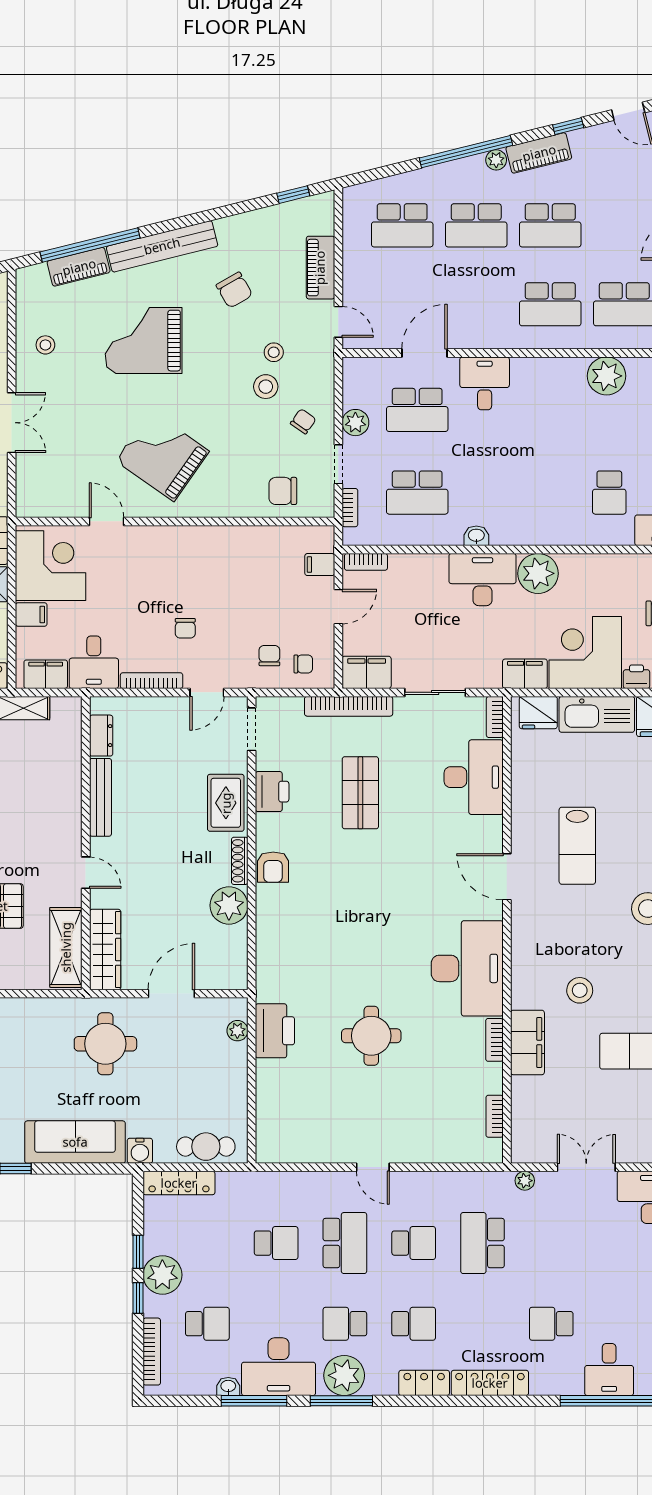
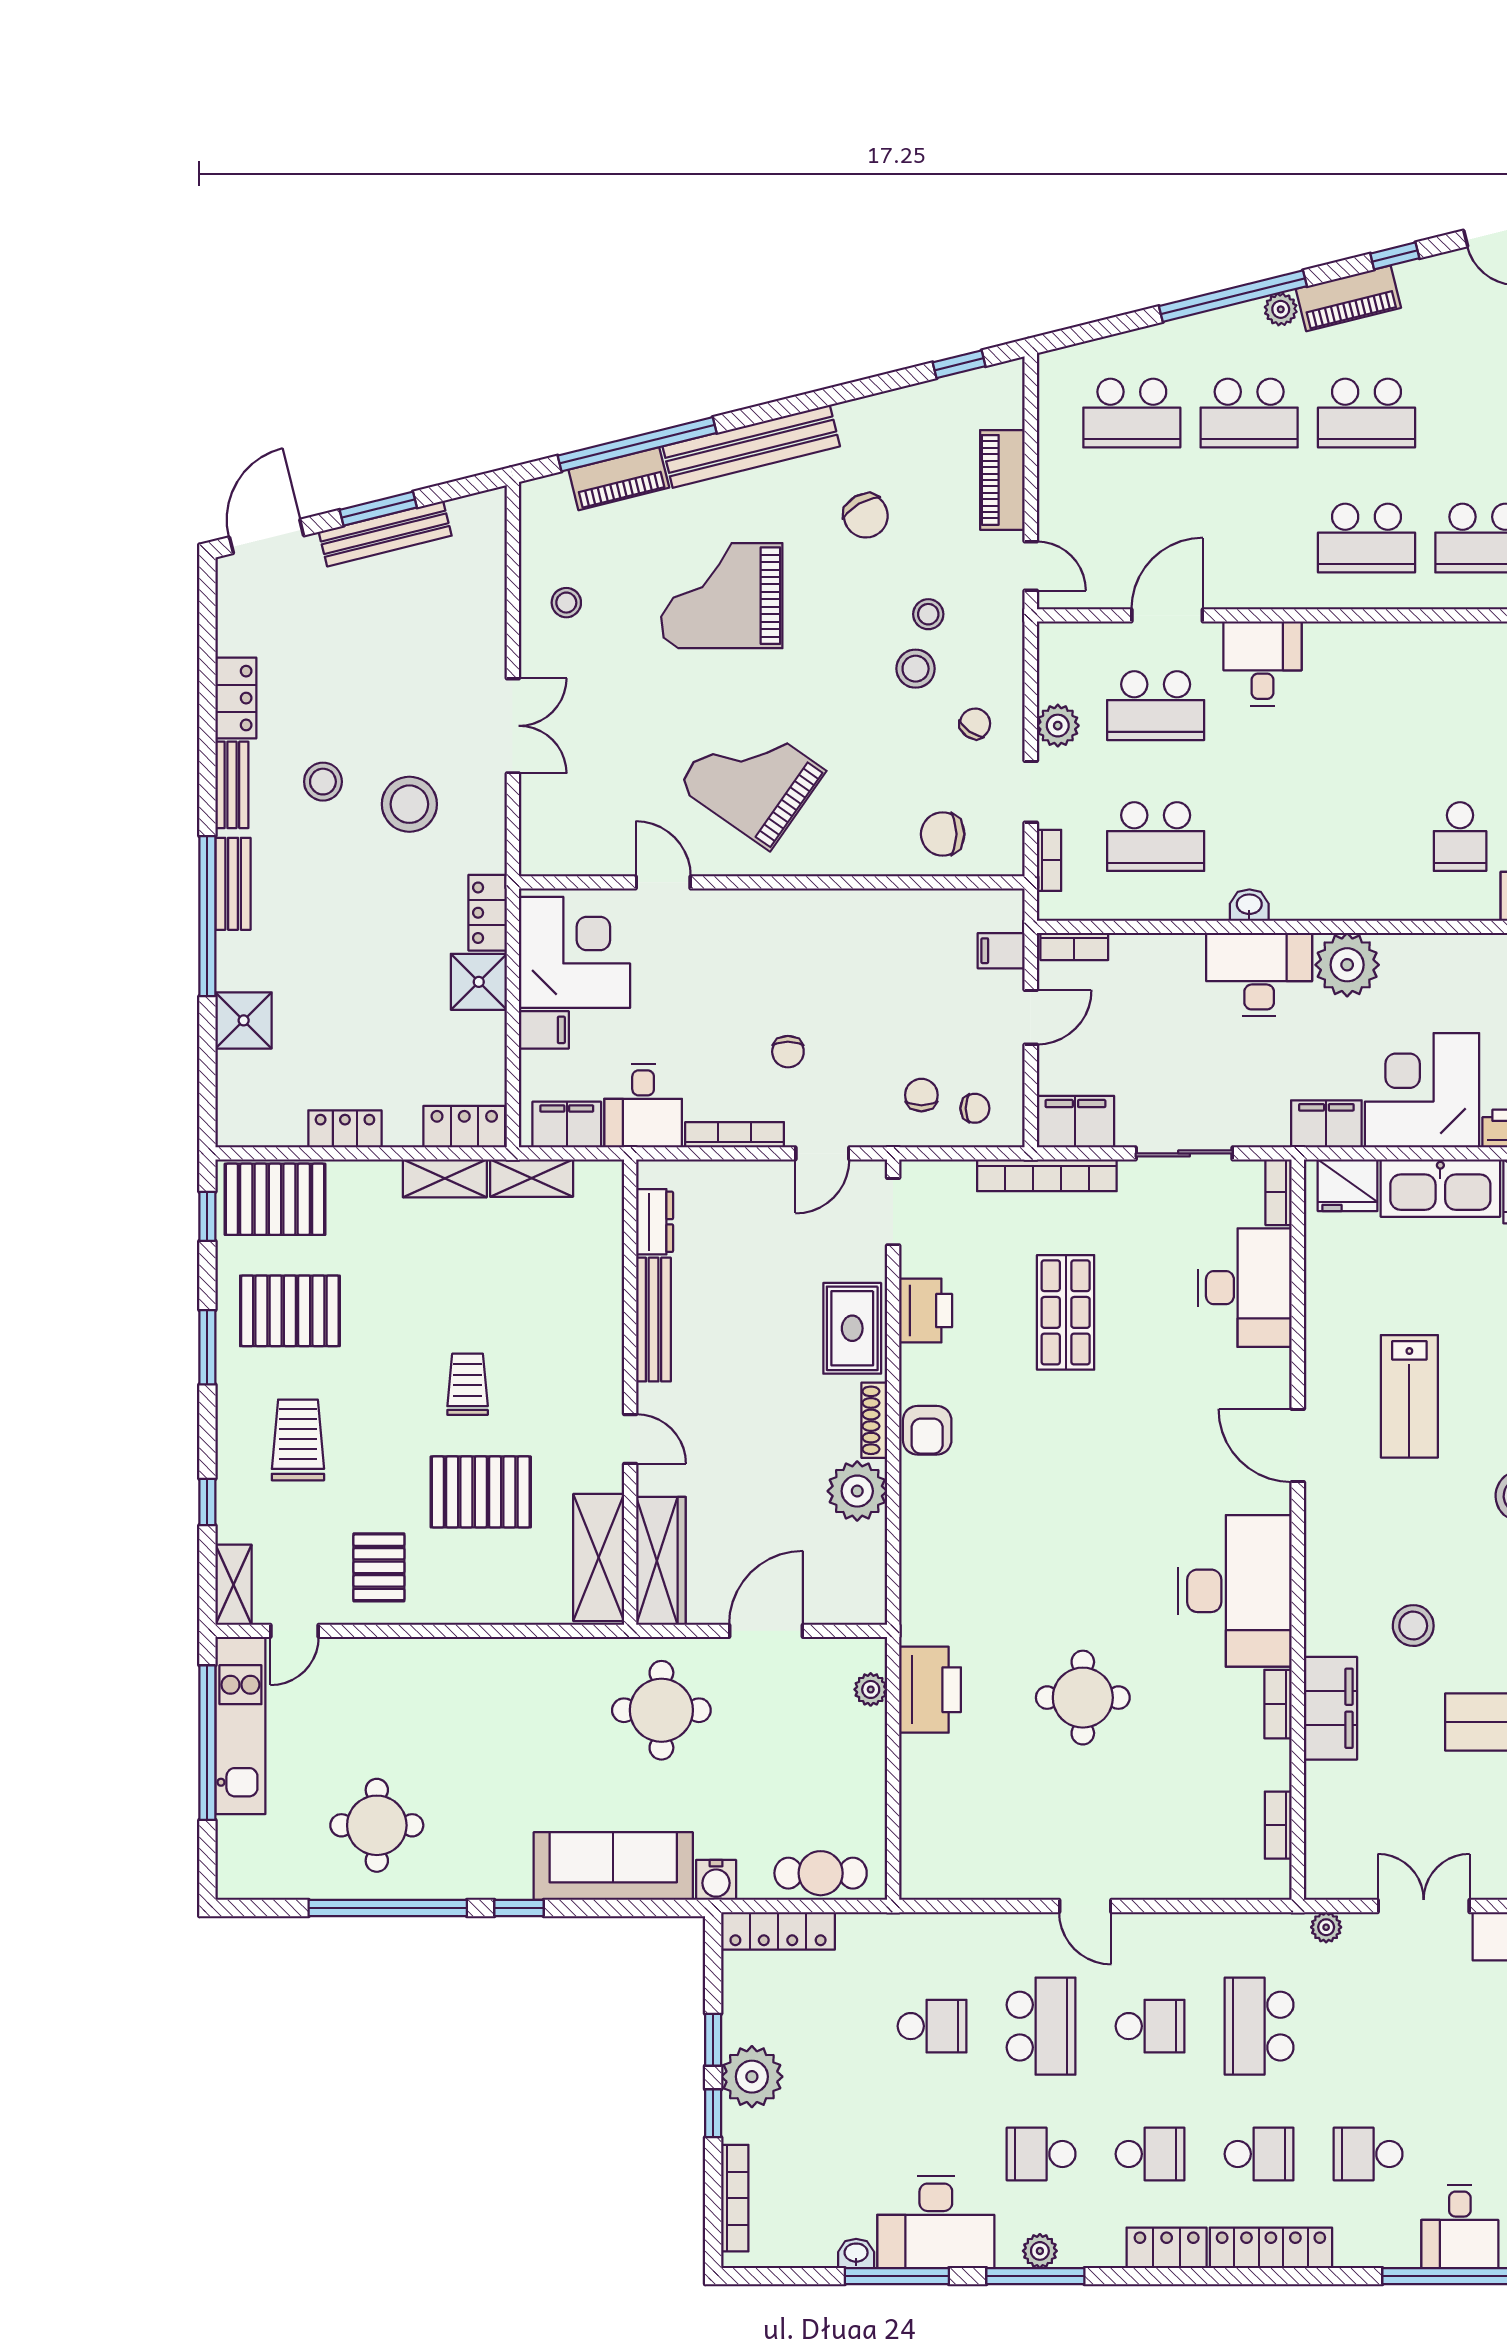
plant: (607, 376) -> (1456, 652), removed
school desk: (207, 1324) -> (1259, 2154), moved
plant: (344, 1375) -> (1040, 2251), width x0.53, depth x0.53

